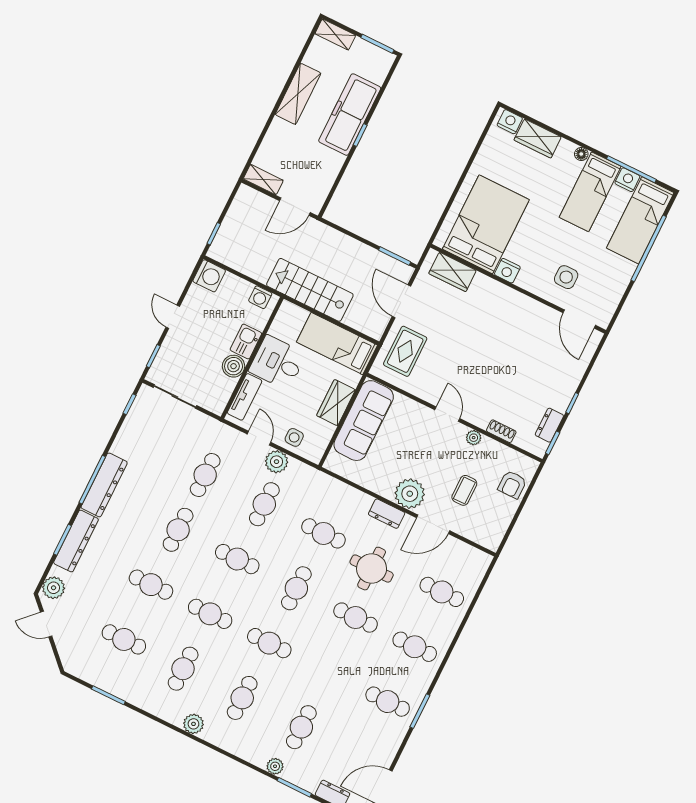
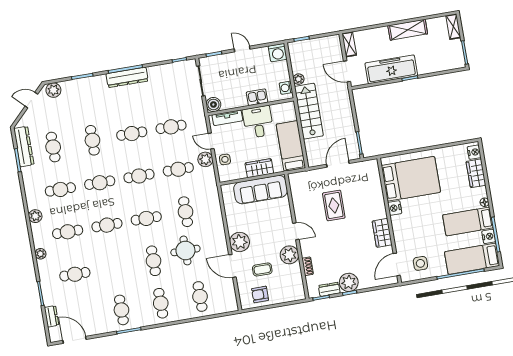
freezer: (350, 115) -> (391, 69), moved
wardrobe: (453, 272) -> (382, 233), moved
plant: (261, 274) -> (299, 79), added
side table: (566, 277) -> (420, 263), moved
door: (173, 317) -> (242, 49), hinge flipped
rug: (405, 351) -> (334, 205), moved, turned 90
boiler: (234, 366) -> (213, 105), moved
plant: (558, 395) -> (349, 282), added
door: (447, 414) -> (296, 231), hinge flipped
door: (259, 438) -> (211, 141), swing flipped
plant: (474, 438) -> (289, 255), width x1.87, depth x1.87
armchair: (512, 484) -> (260, 294), moved
dresser: (387, 514) -> (220, 237), removed
dresser: (76, 541) -> (24, 147), moved, turned -90
cafe table: (237, 559) -> (139, 176), turned 90
cafe table: (210, 614) -> (100, 183), turned 90
door: (46, 624) -> (31, 100), hinge flipped
cafe table: (269, 643) -> (107, 225), turned 90
plant: (275, 766) -> (40, 254), moved

